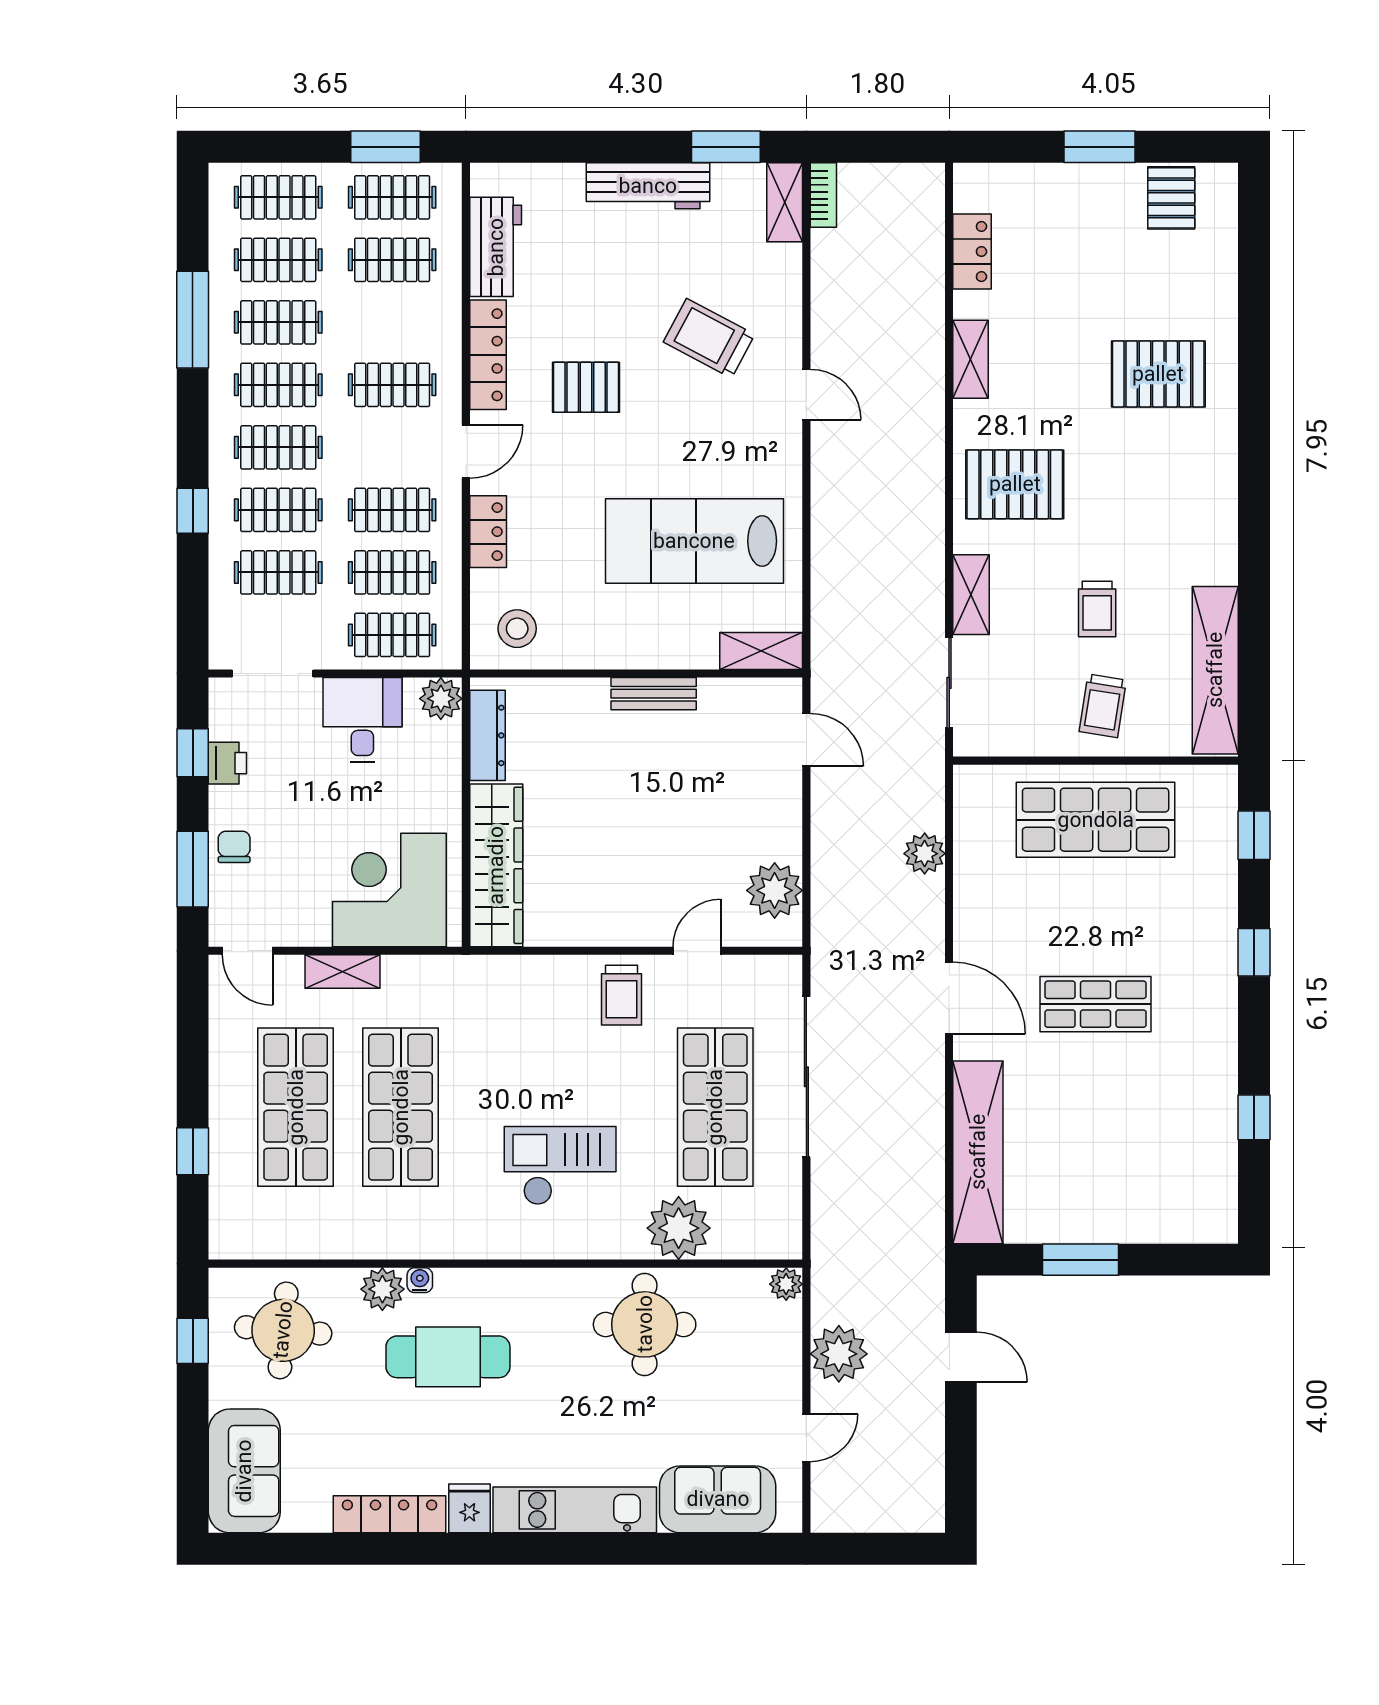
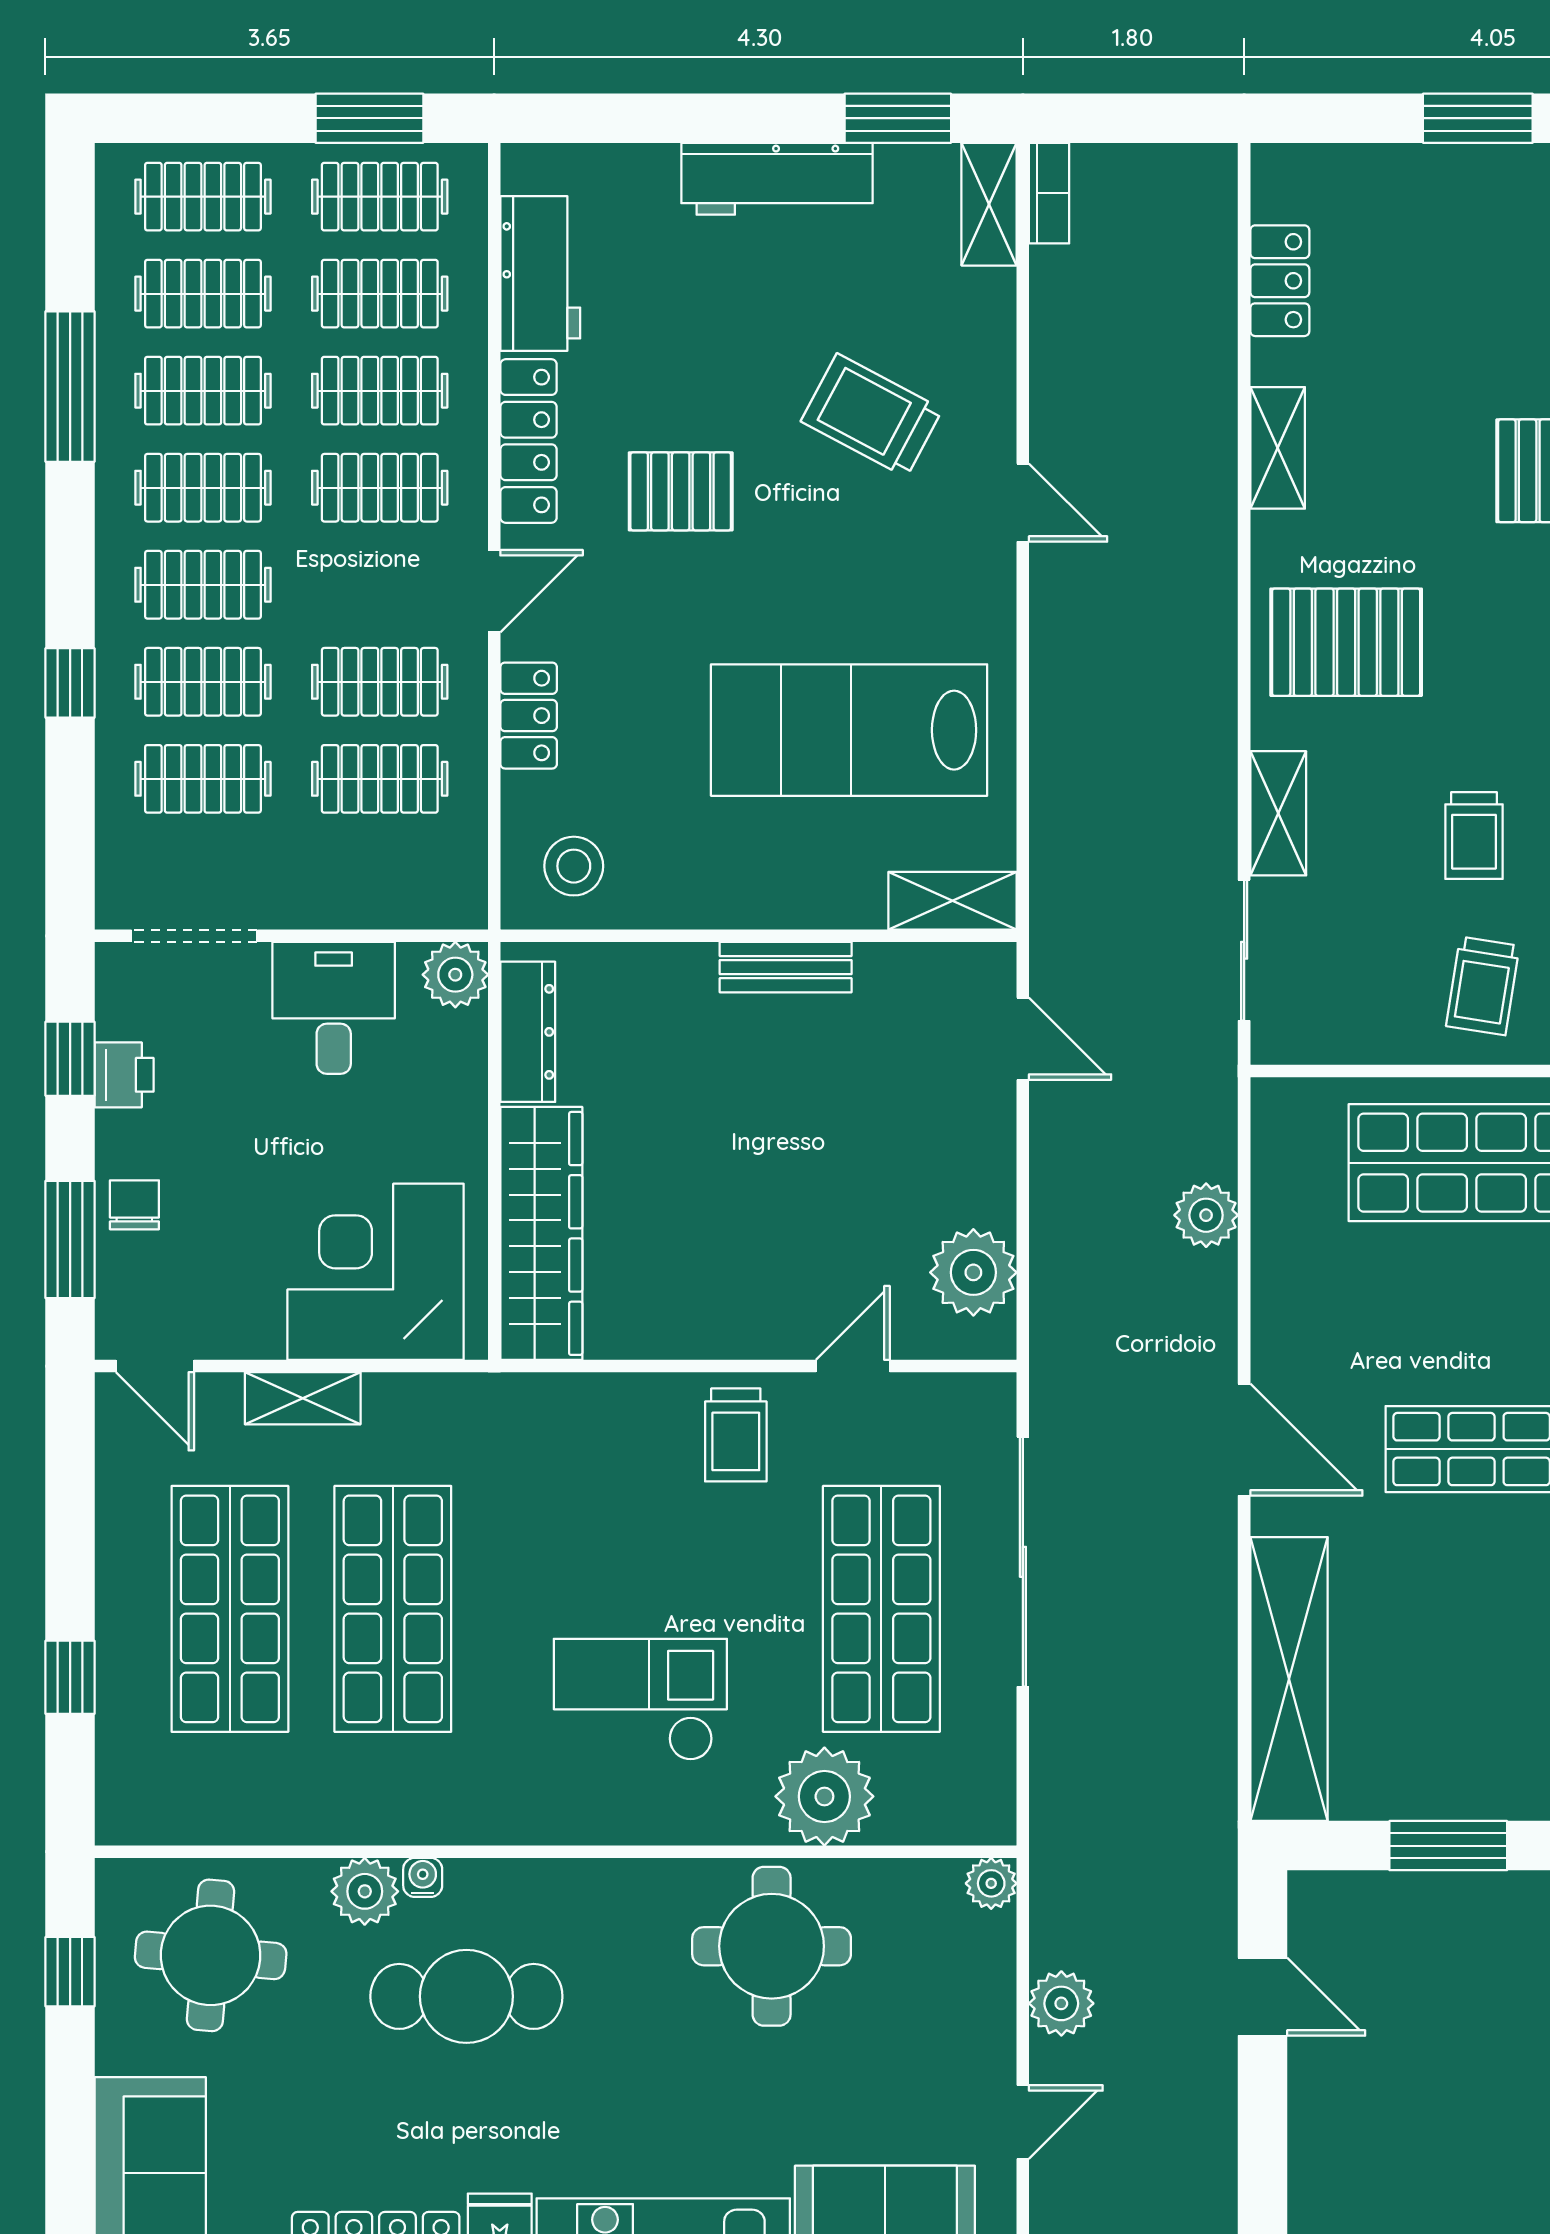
clothes rail: (392, 635) -> (380, 391), moved
plant: (839, 1354) -> (1061, 2003), width x0.73, depth x0.73

